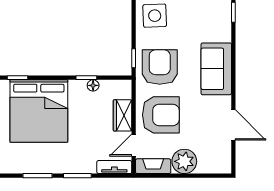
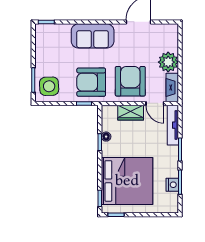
nightstand: (34, 166) -> (172, 185), added
tv unit: (114, 167) -> (173, 125), width x1.41

